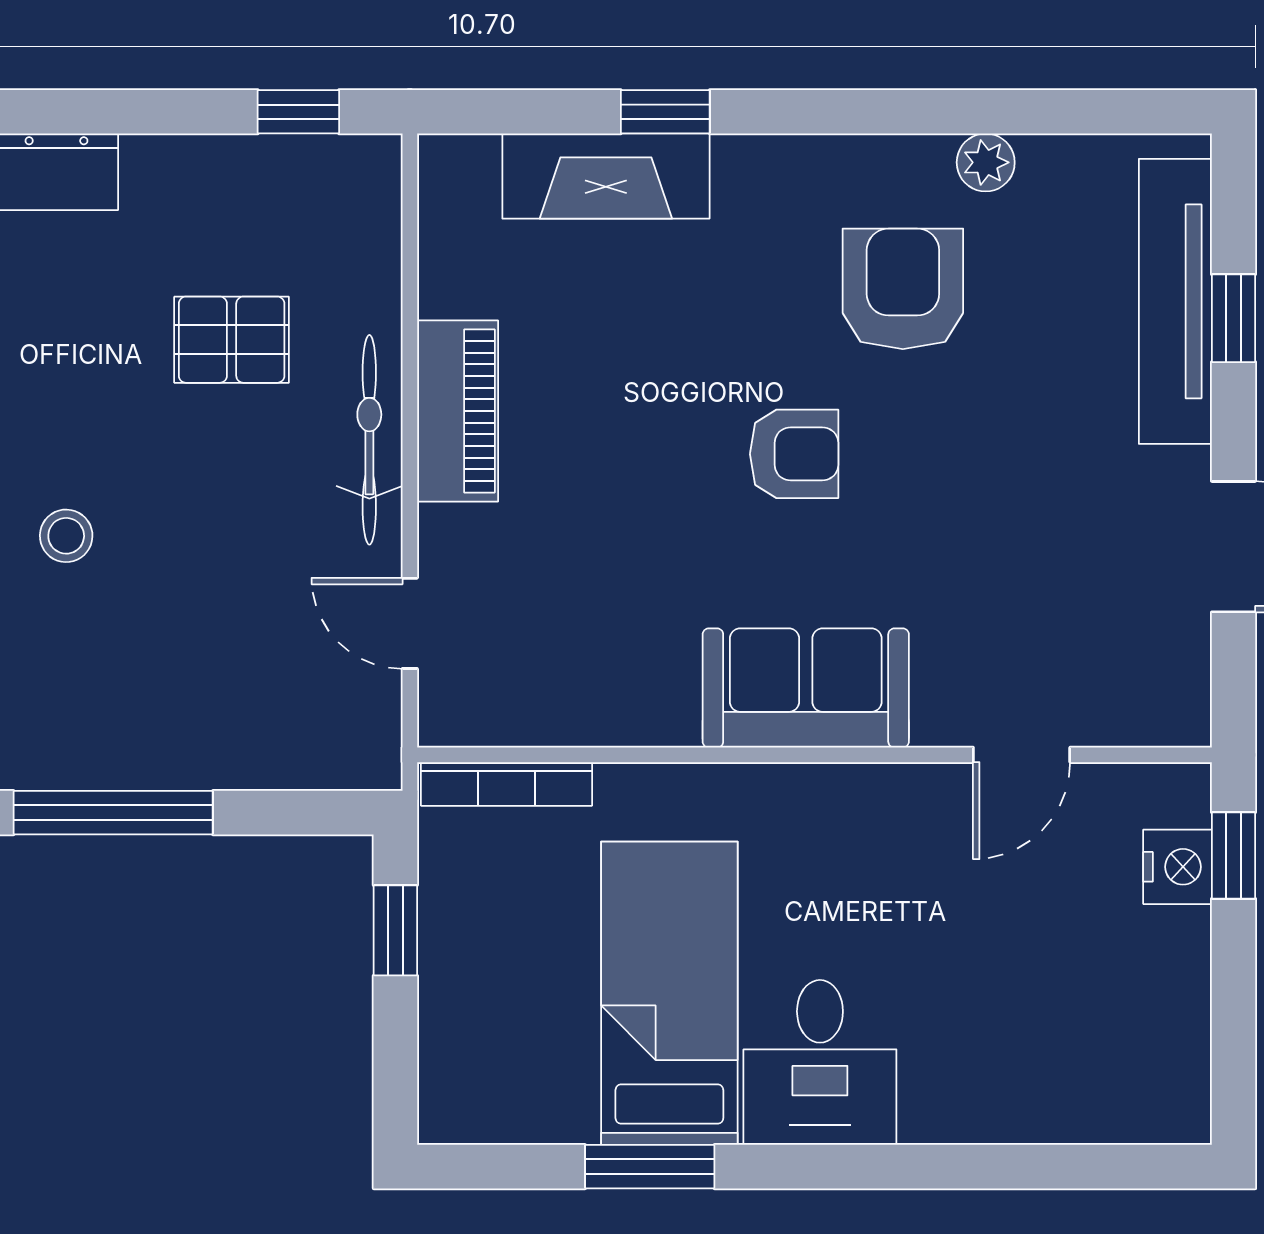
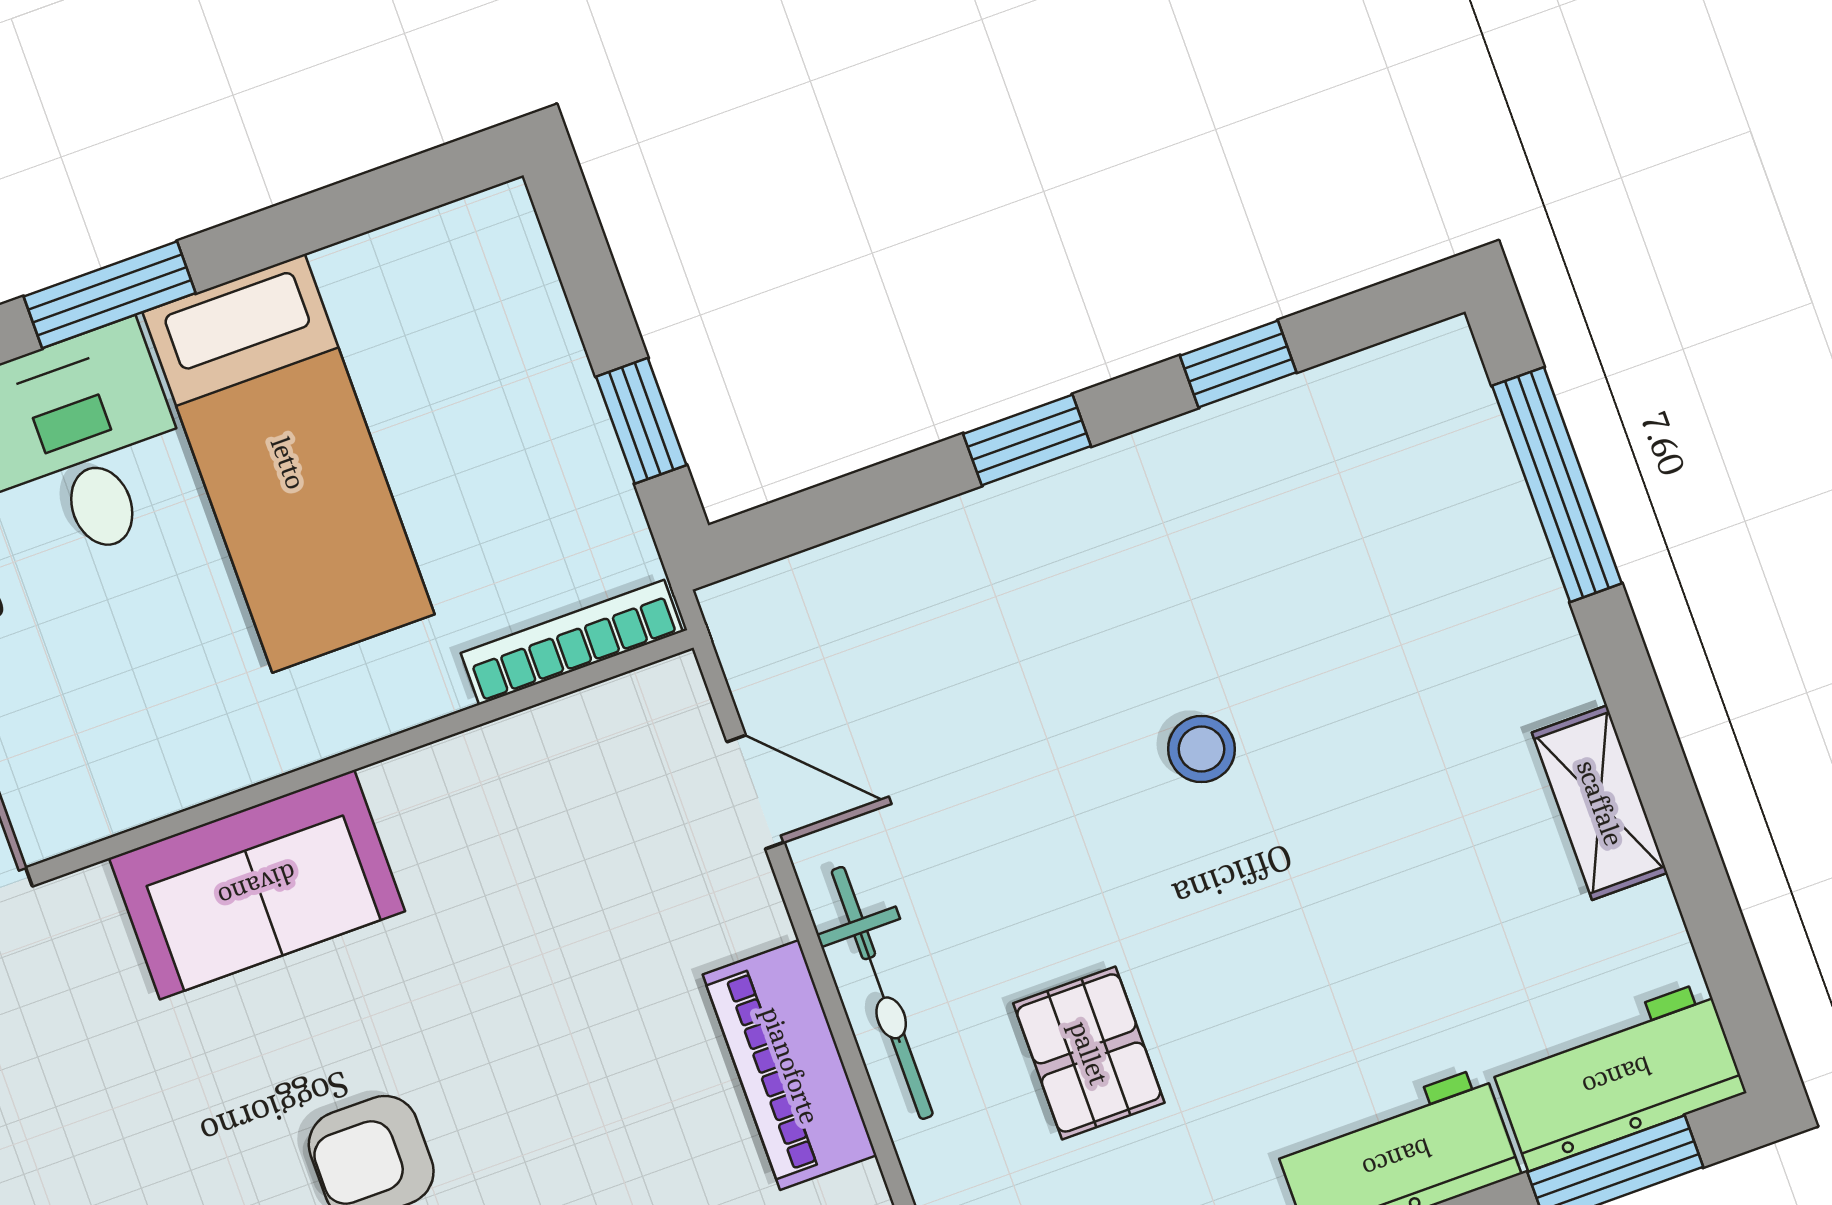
pallet: (232, 340) -> (1089, 1053), turned 90
window: (113, 813) -> (1027, 440), width x0.46
window: (650, 1167) -> (110, 295), moved

